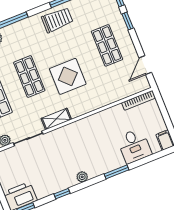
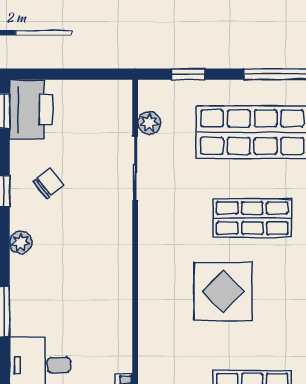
shelving: (56, 119) -> (151, 237), removed
chair: (50, 175) -> (48, 183), added

